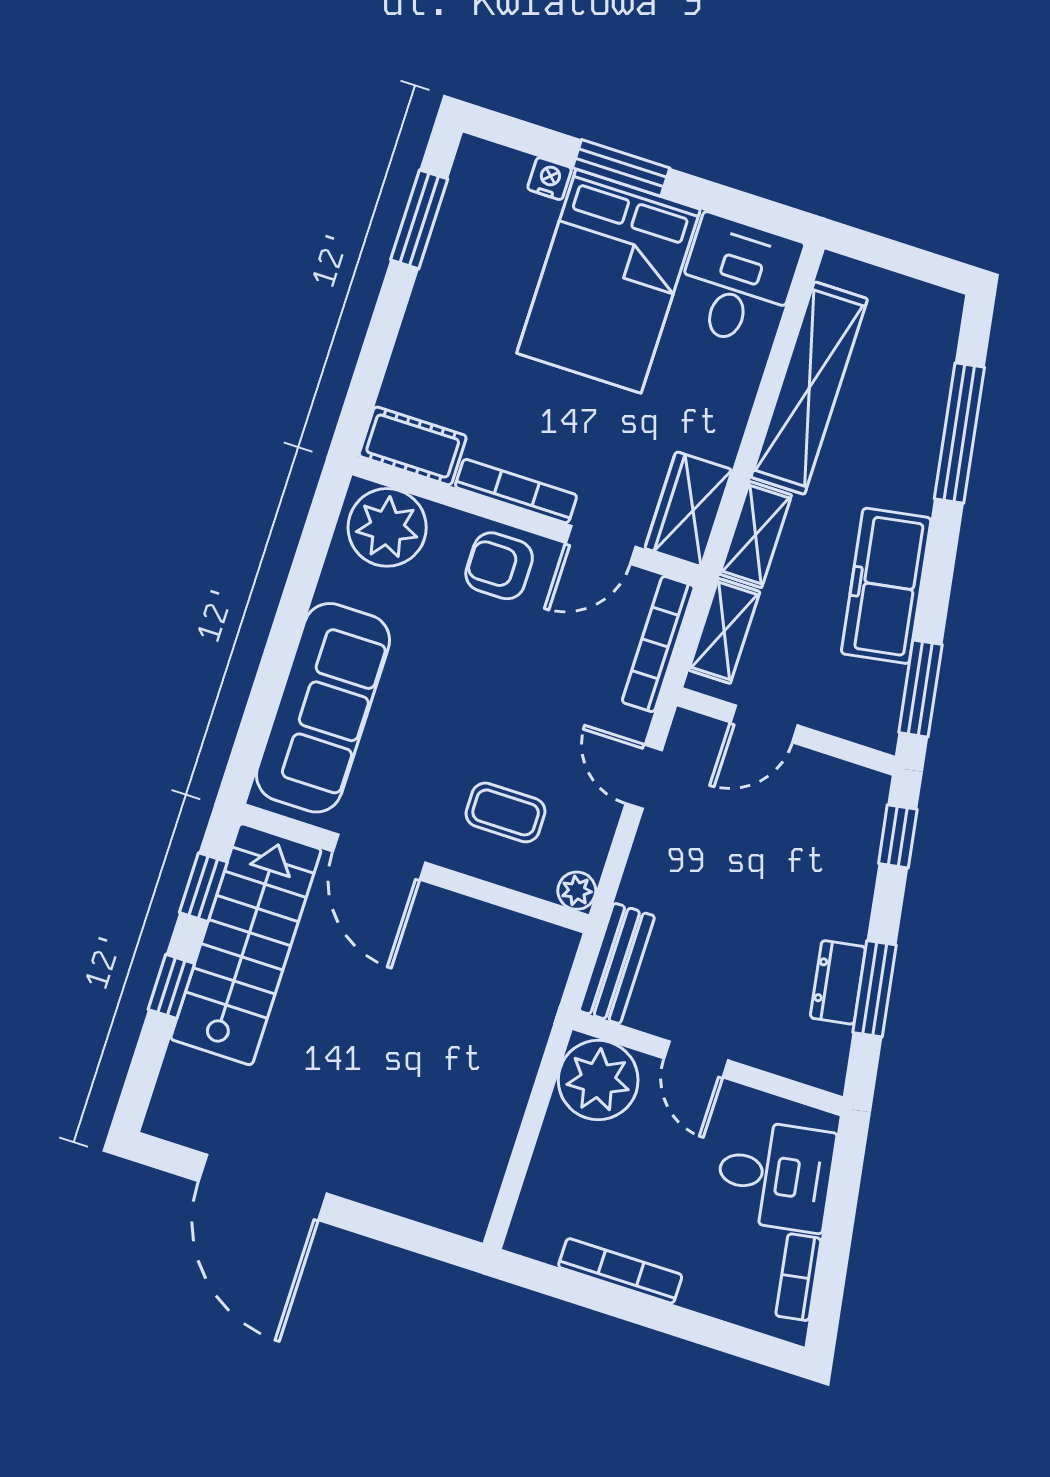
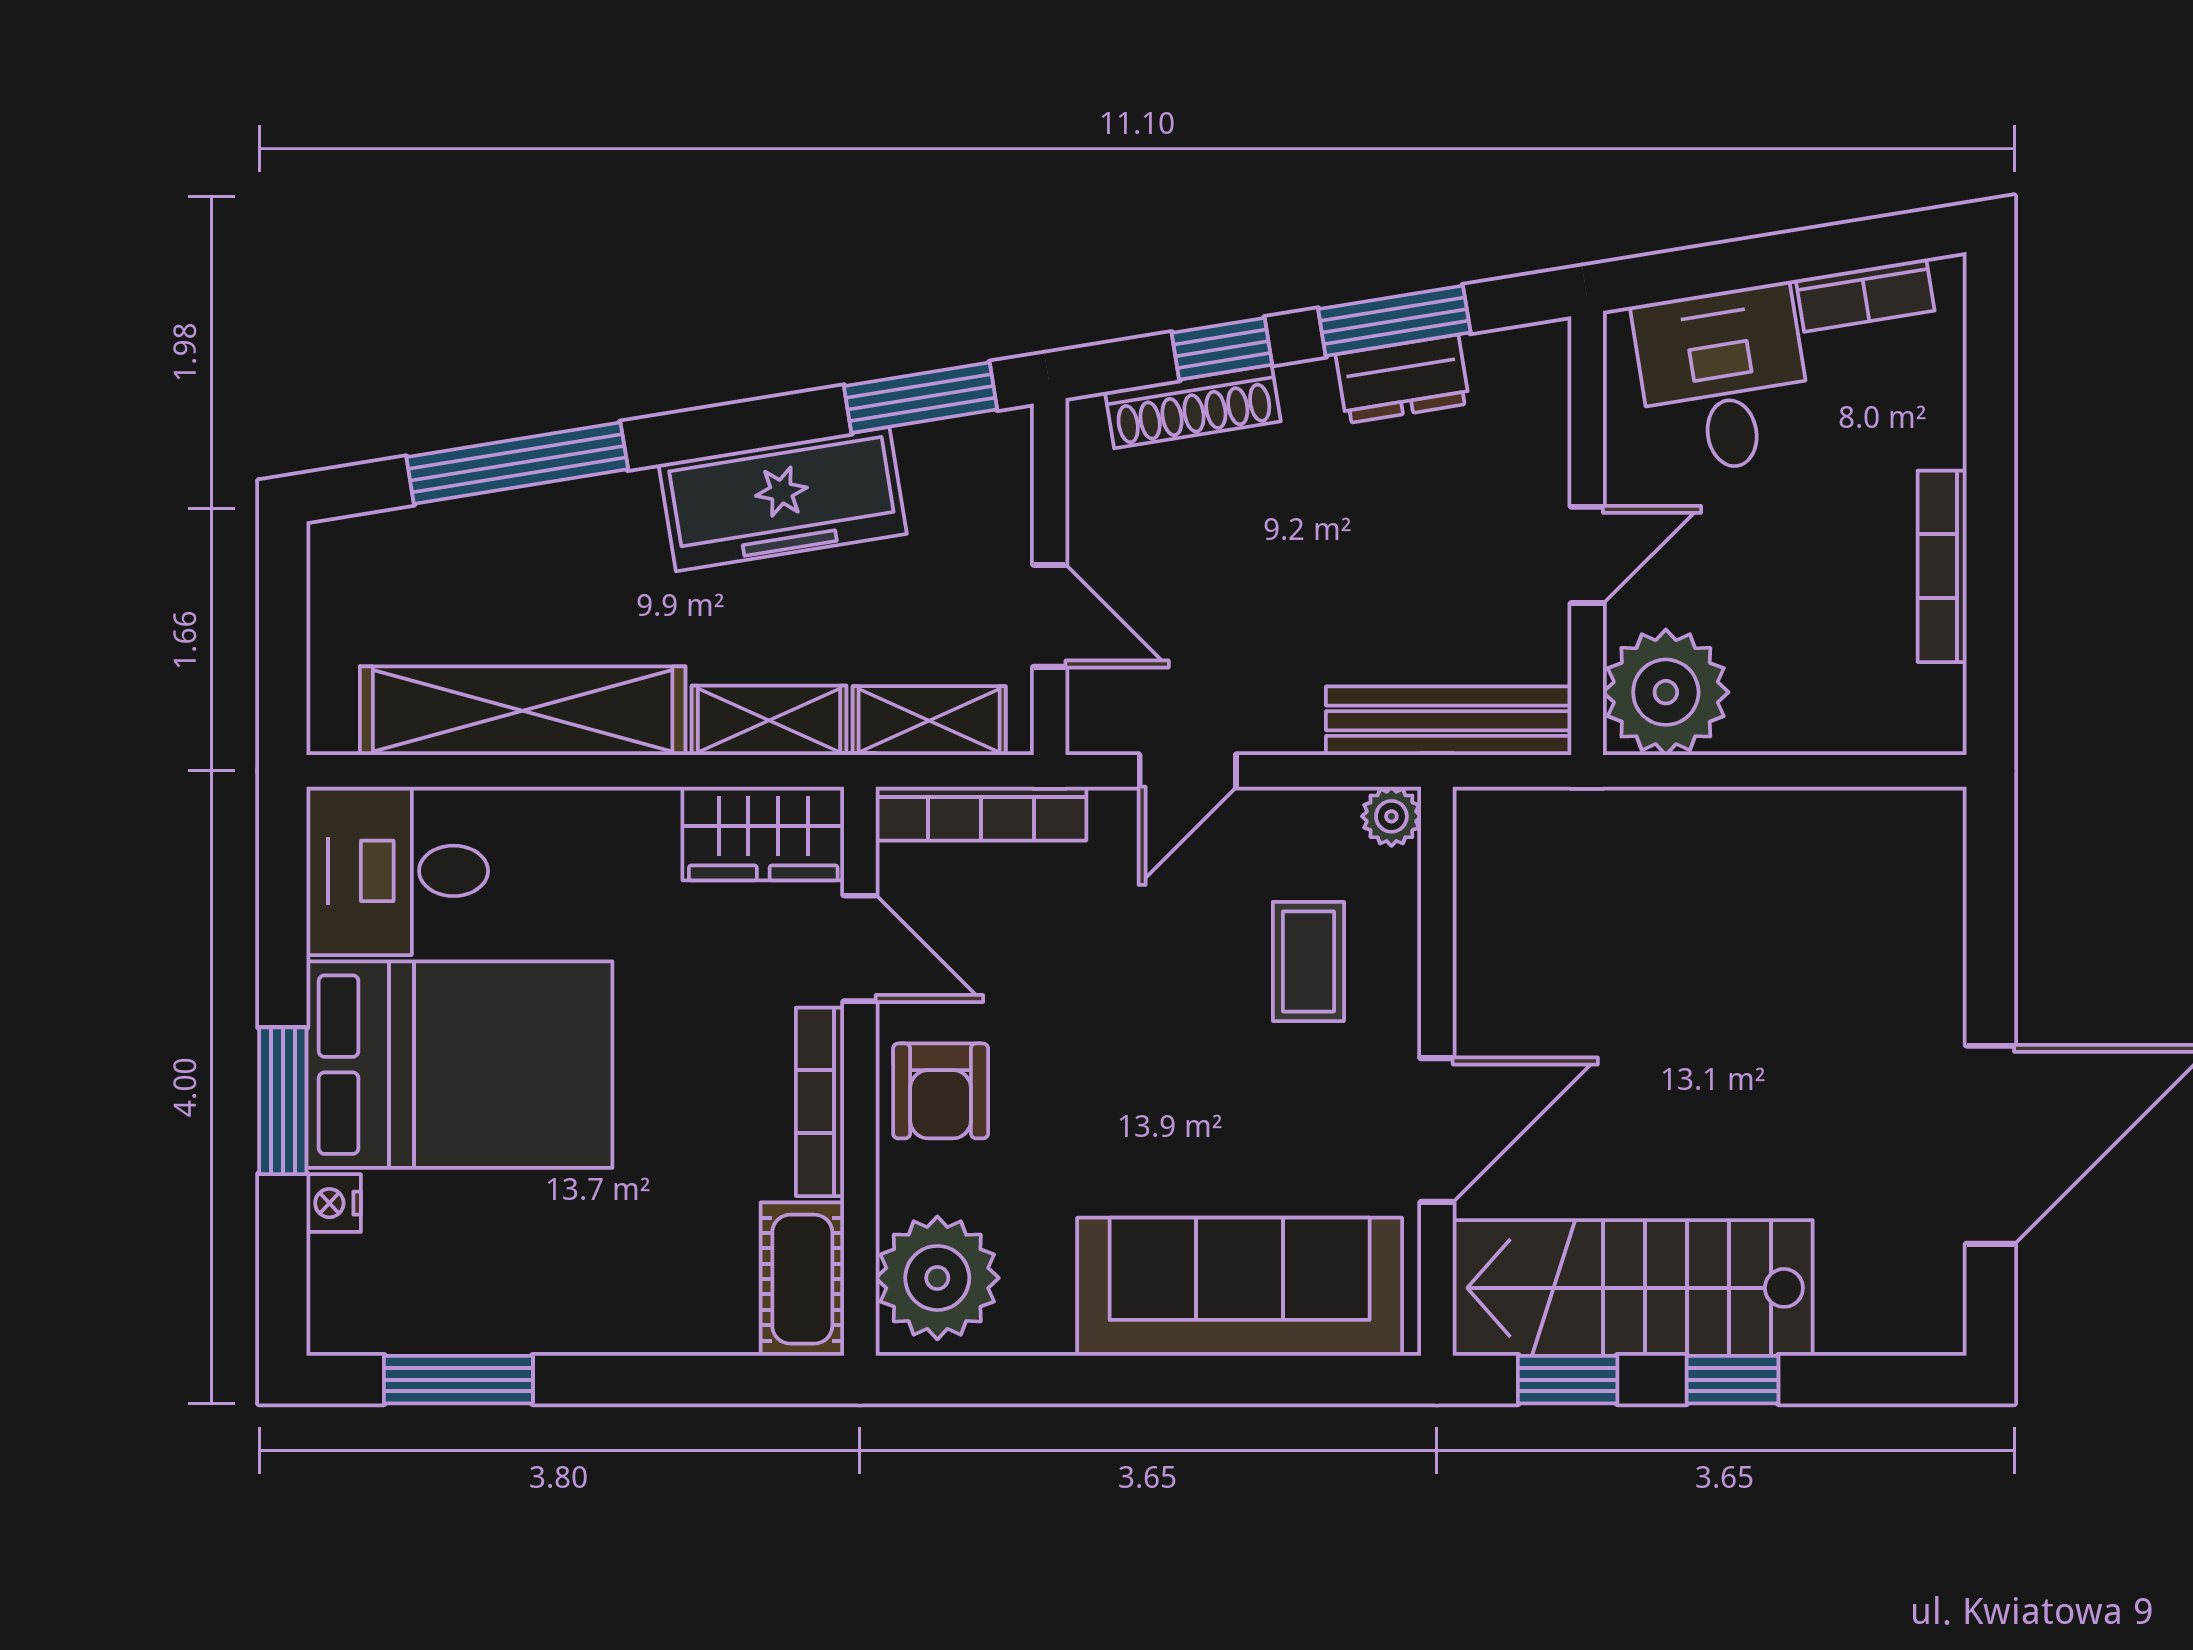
window: (898, 836) -> (1222, 349), moved
shoe rack: (862, 851) -> (1193, 407), added
bench: (617, 963) -> (1449, 721), width x1.36

